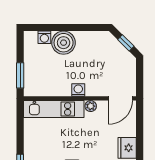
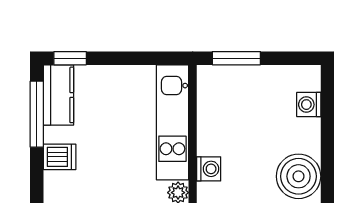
boiler: (64, 43) -> (299, 176), moved

